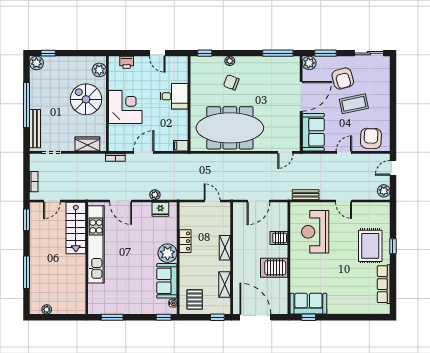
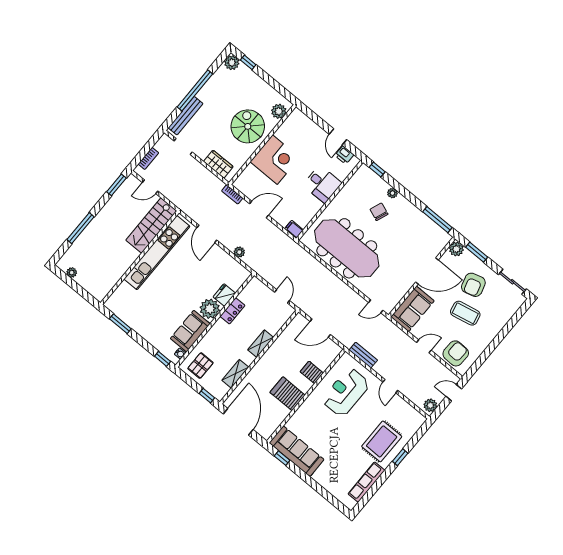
printer: (127, 62) -> (344, 155), moved
fridge: (160, 209) -> (224, 295), moved, turned 90
sofa: (308, 304) -> (297, 451), width x1.36

